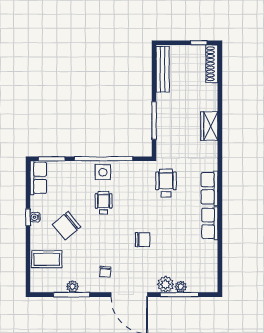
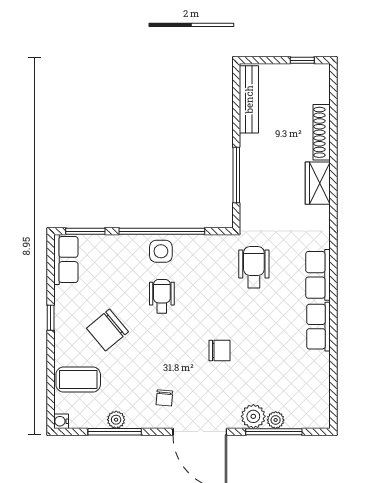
shoe rack: (212, 64) -> (322, 132), moved
water cooler: (35, 217) -> (61, 421), moved

